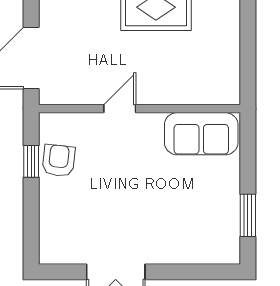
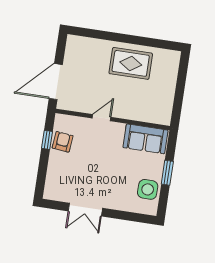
window: (248, 215) -> (167, 173), moved
side table: (218, 221) -> (148, 189), added

